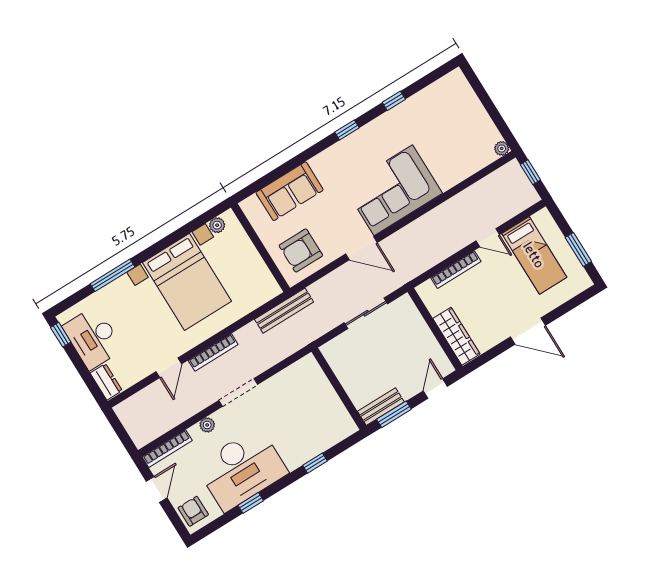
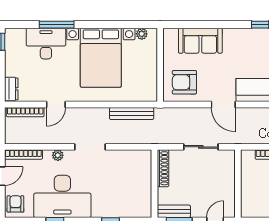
bench: (284, 311) -> (132, 113), moved
wardrobe: (456, 336) -> (249, 197), removed
desk: (93, 338) -> (46, 44), moved, turned 90
bookcase: (213, 352) -> (25, 112), moved
shoe rack: (338, 365) -> (163, 168), added

